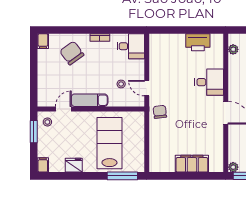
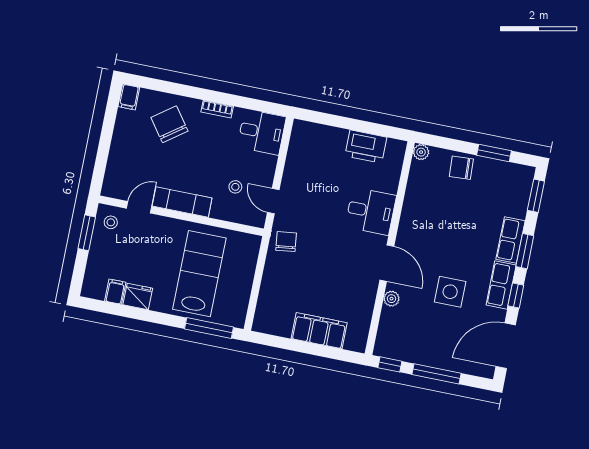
plant: (233, 49) -> (421, 152), moved
filing cabinet: (43, 165) -> (115, 292), moved
plant: (233, 167) -> (391, 299), moved

